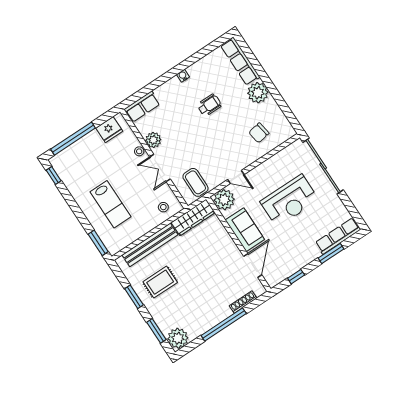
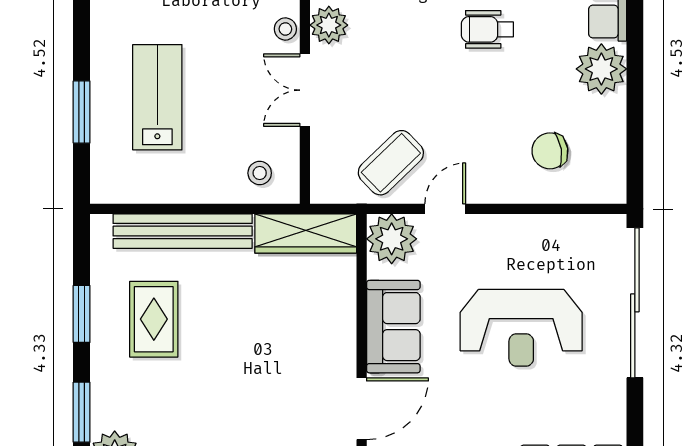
wheelchair: (209, 105) -> (487, 29), turned 180
door: (236, 177) -> (445, 209), swing flipped
coffee table: (195, 182) -> (391, 163), moved, turned 46
lab bench: (111, 204) -> (157, 97), turned 180
window: (98, 243) -> (82, 112), moved
rug: (160, 282) -> (154, 319), turned 90

